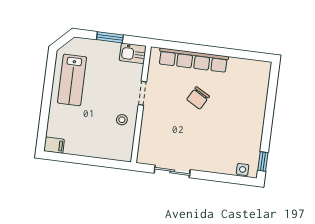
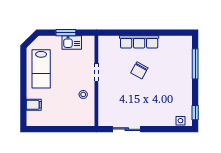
kitchen sink: (133, 53) -> (72, 42), moved
row of seats: (193, 60) -> (139, 42), width x0.73
window: (271, 99) -> (195, 64), added
filing cabinet: (54, 145) -> (34, 105), moved

